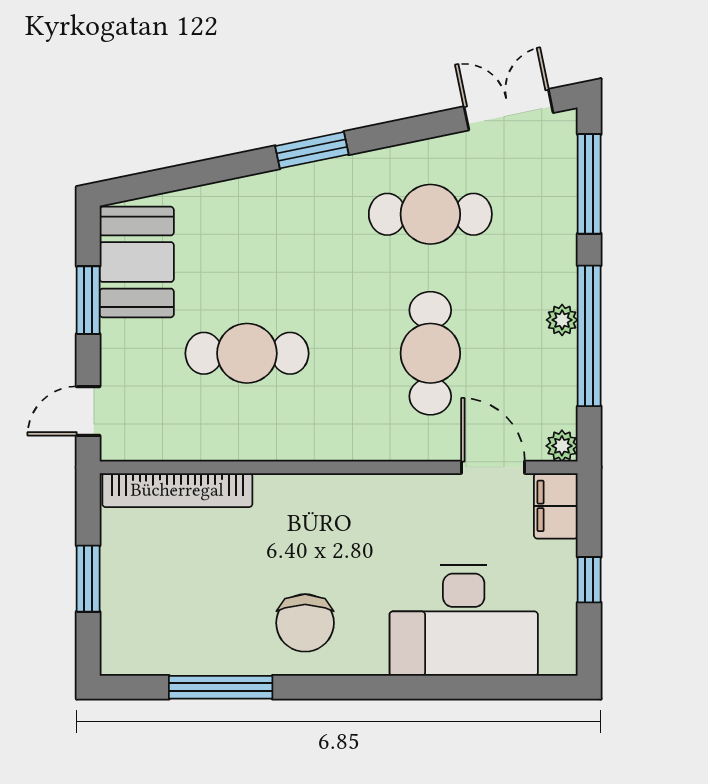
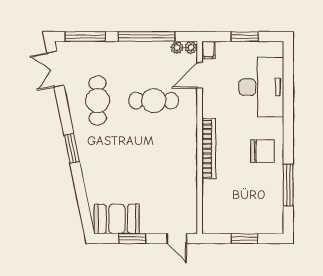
plant: (562, 320) -> (177, 47), moved
cafe table: (247, 353) -> (154, 174), removed
bookcase: (177, 490) -> (209, 149), moved
filing cabinet: (556, 506) -> (208, 50), width x0.50
window: (589, 580) -> (245, 37), width x1.50

